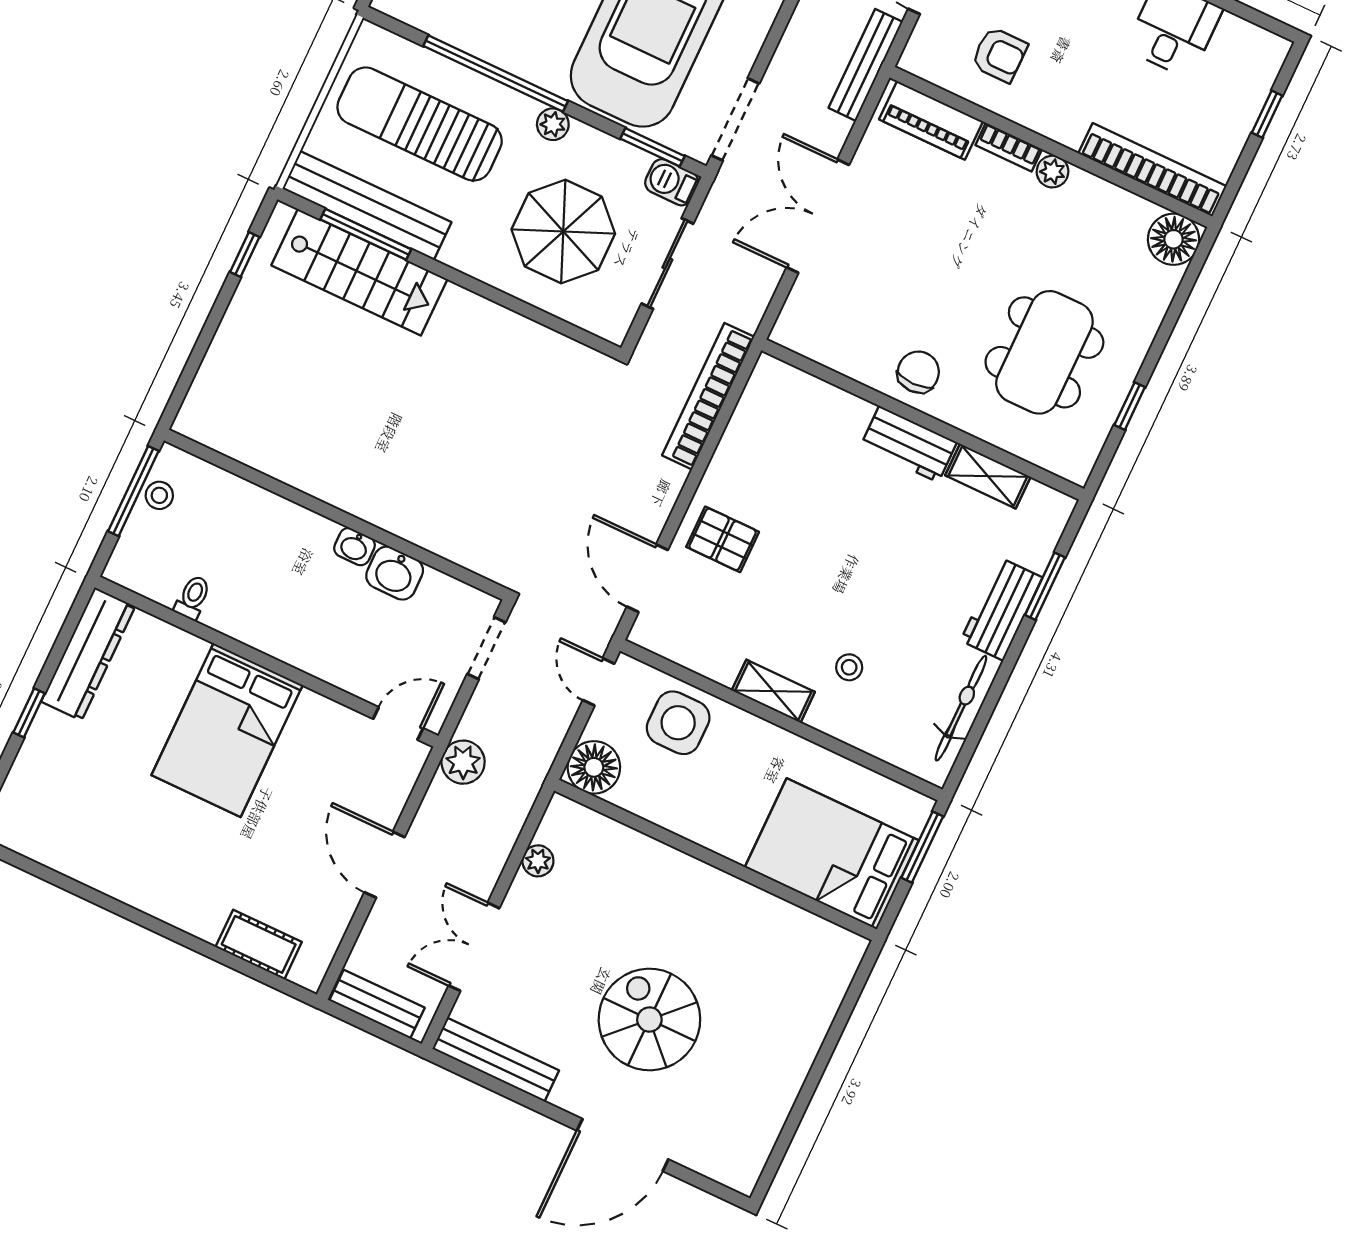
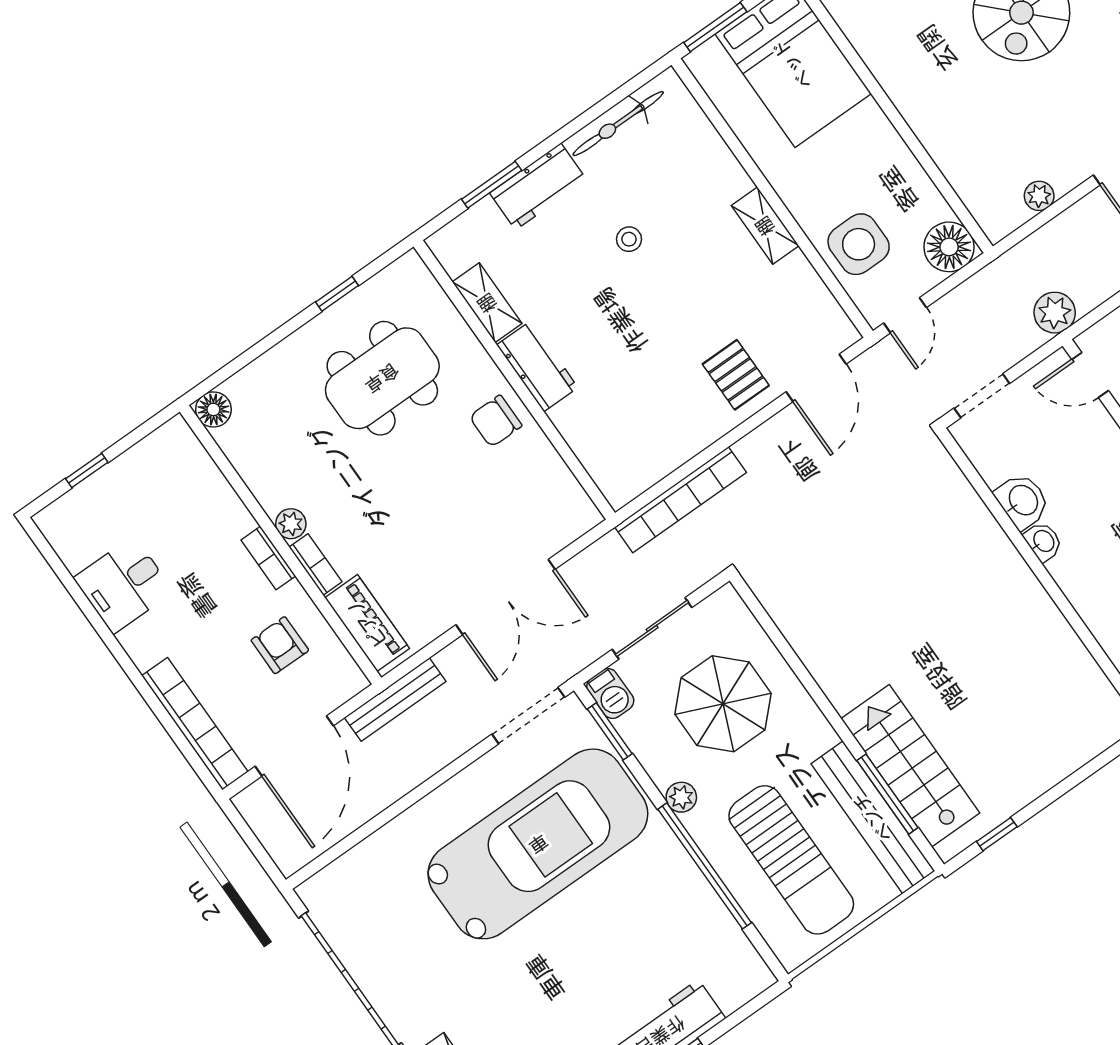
bookcase: (1152, 170) -> (268, 558), moved, width x0.43, depth x0.76
floor lamp: (1173, 239) -> (213, 409), width x0.73, depth x0.73
stool: (849, 667) -> (629, 239), moved

